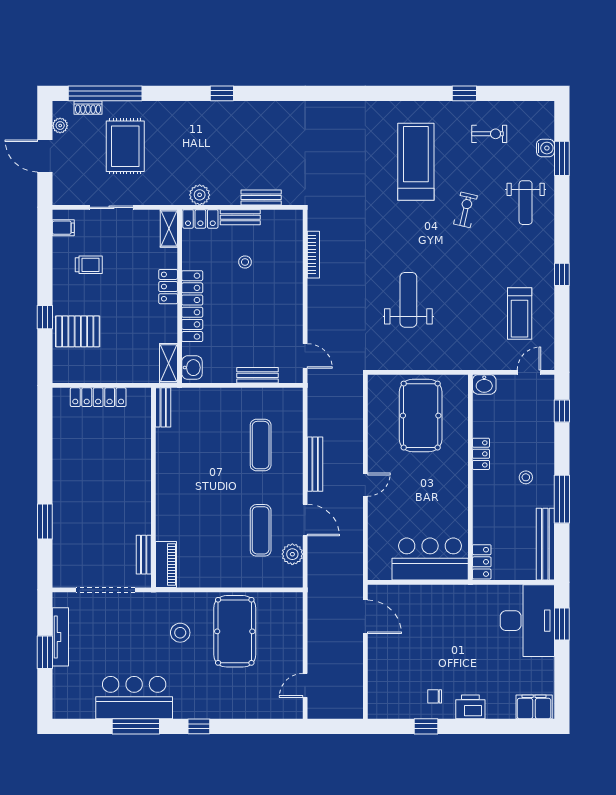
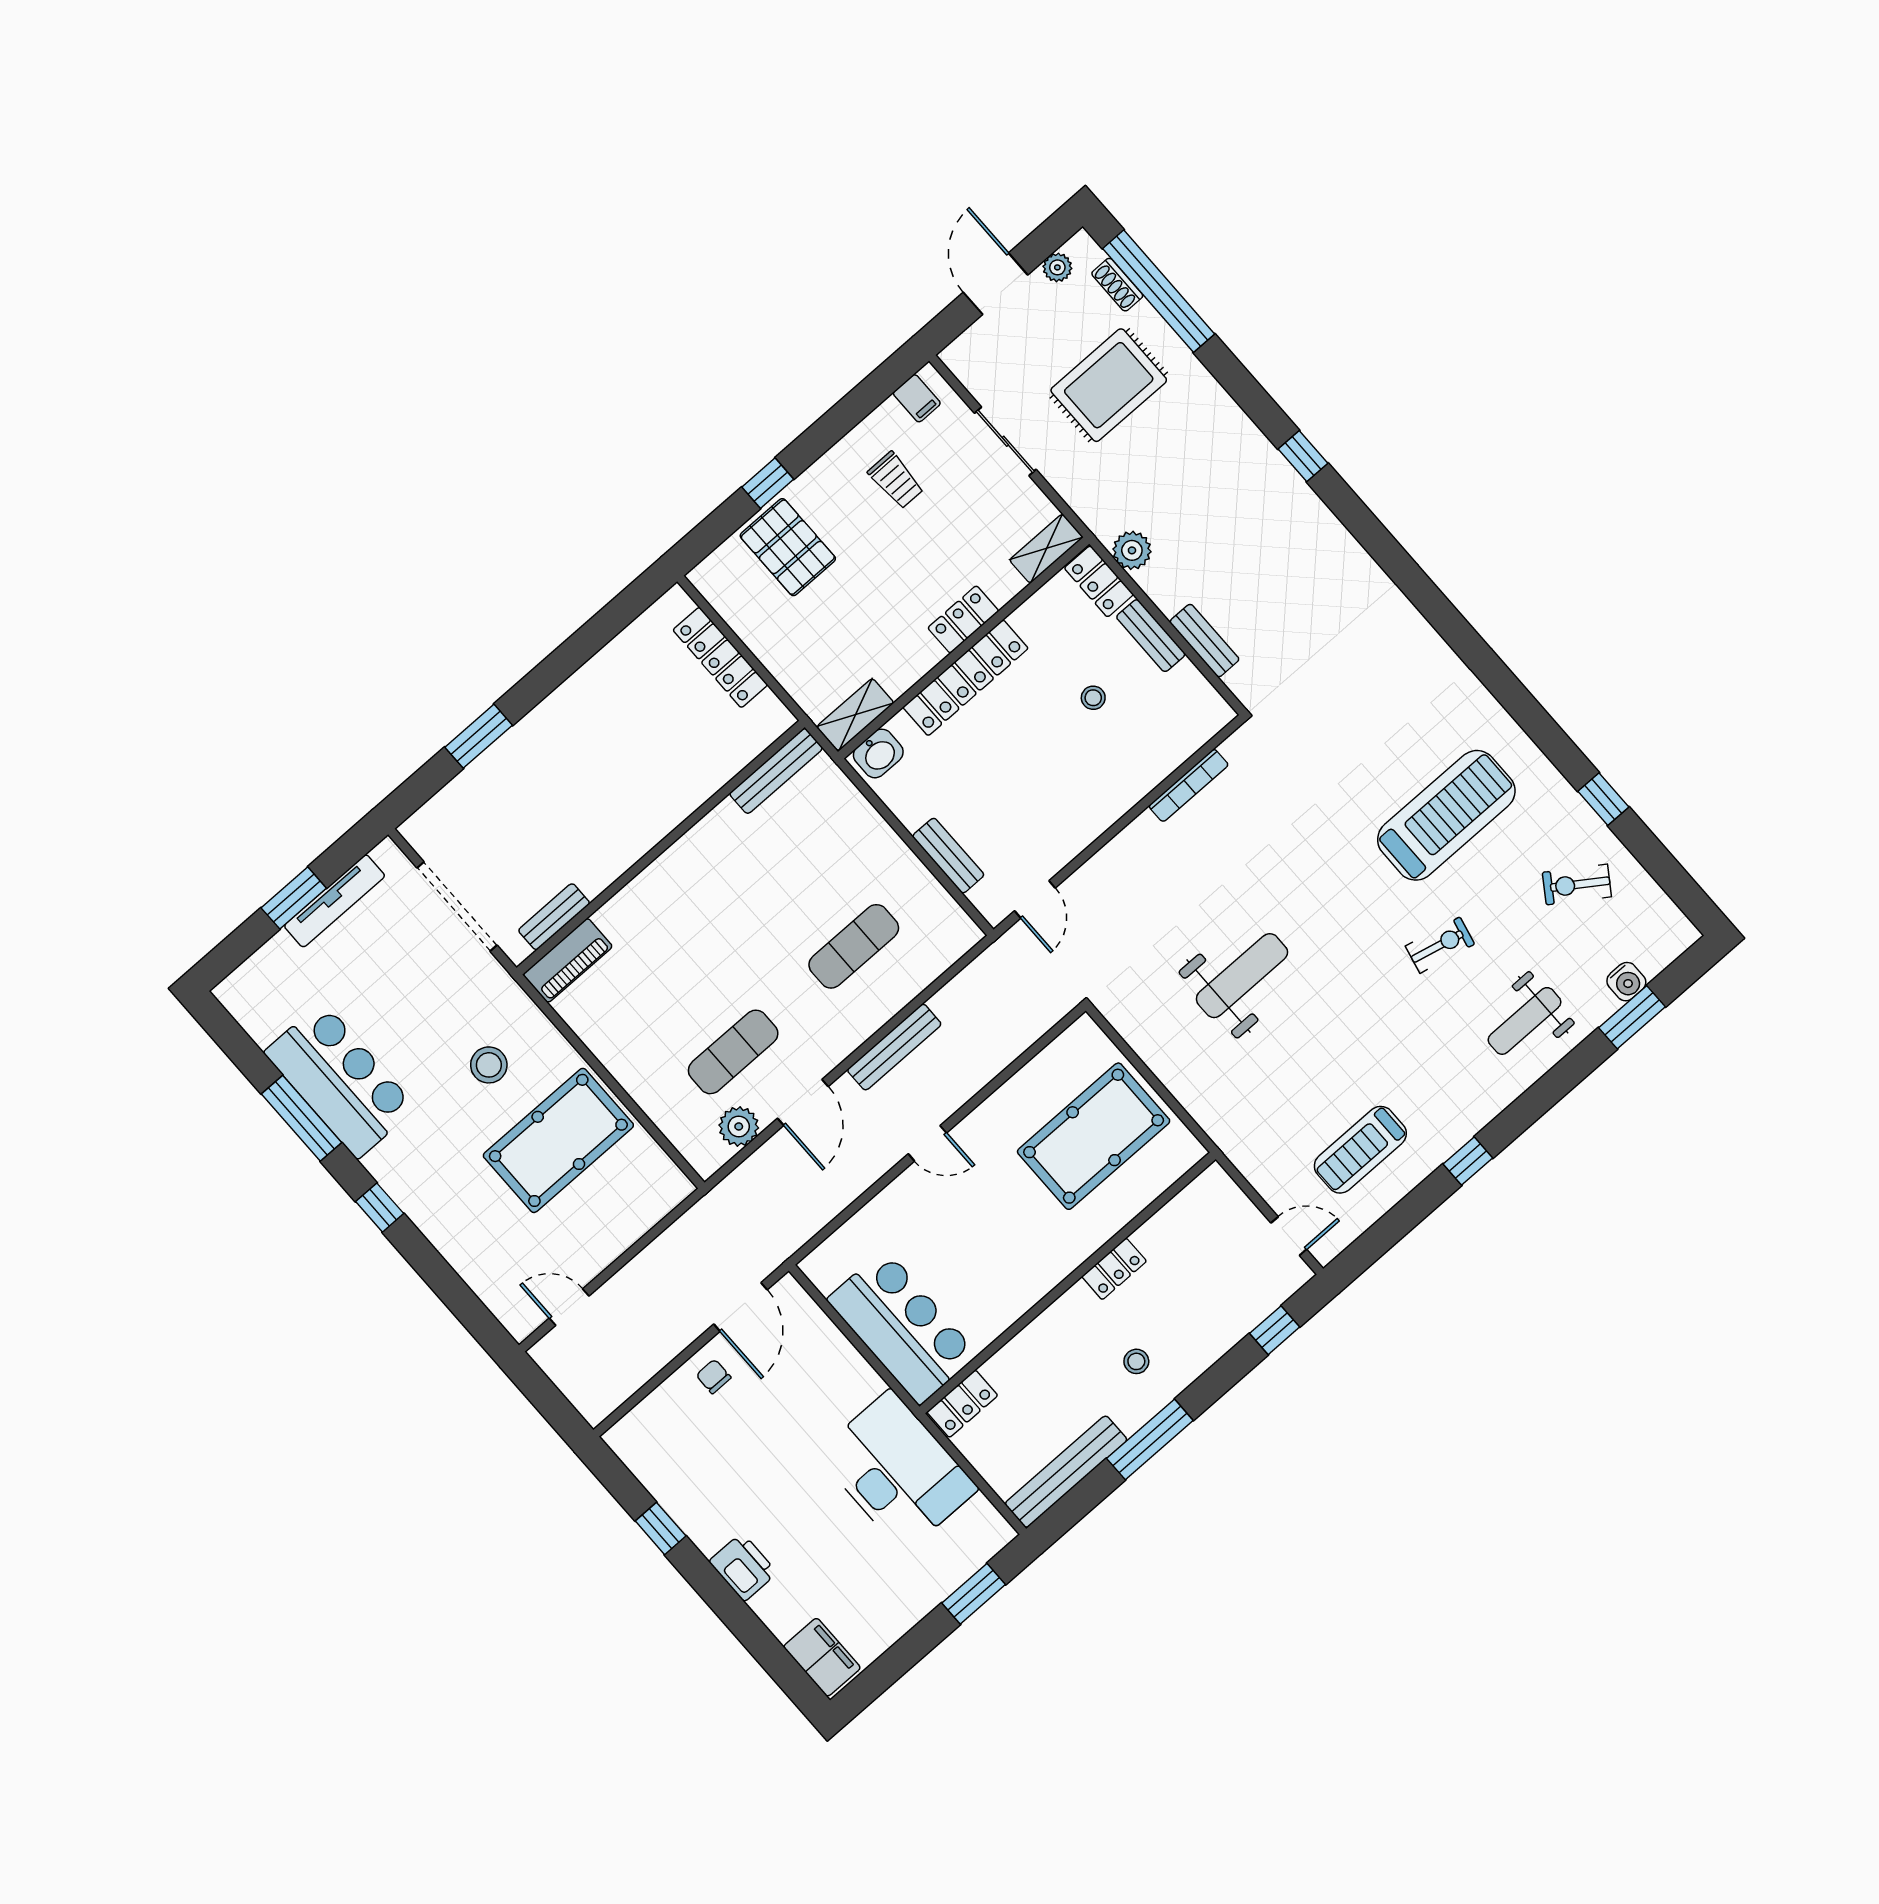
exercise bike: (489, 134) -> (1577, 885), turned 124
washbasin: (484, 384) -> (1216, 1188), removed
bench: (163, 407) -> (776, 771), width x1.36
desk: (527, 621) -> (897, 1471), moved, turned -90
chair: (435, 696) -> (714, 1376), moved

